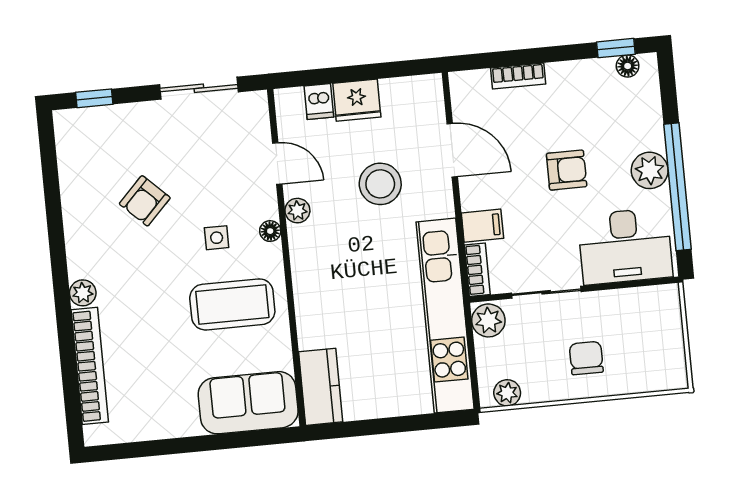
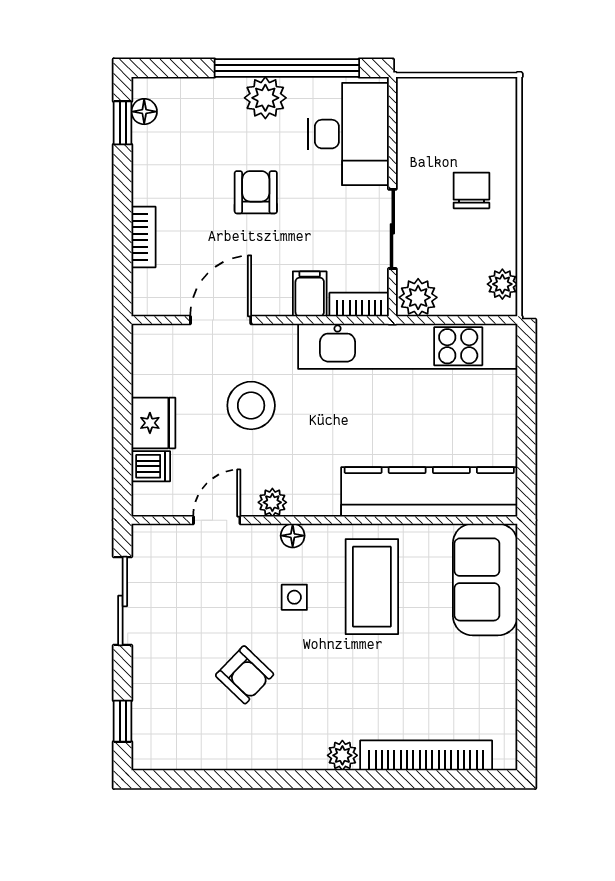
chair: (586, 358) -> (471, 190), turned 90
kitchen counter: (321, 387) -> (429, 492), width x2.08, depth x1.17

